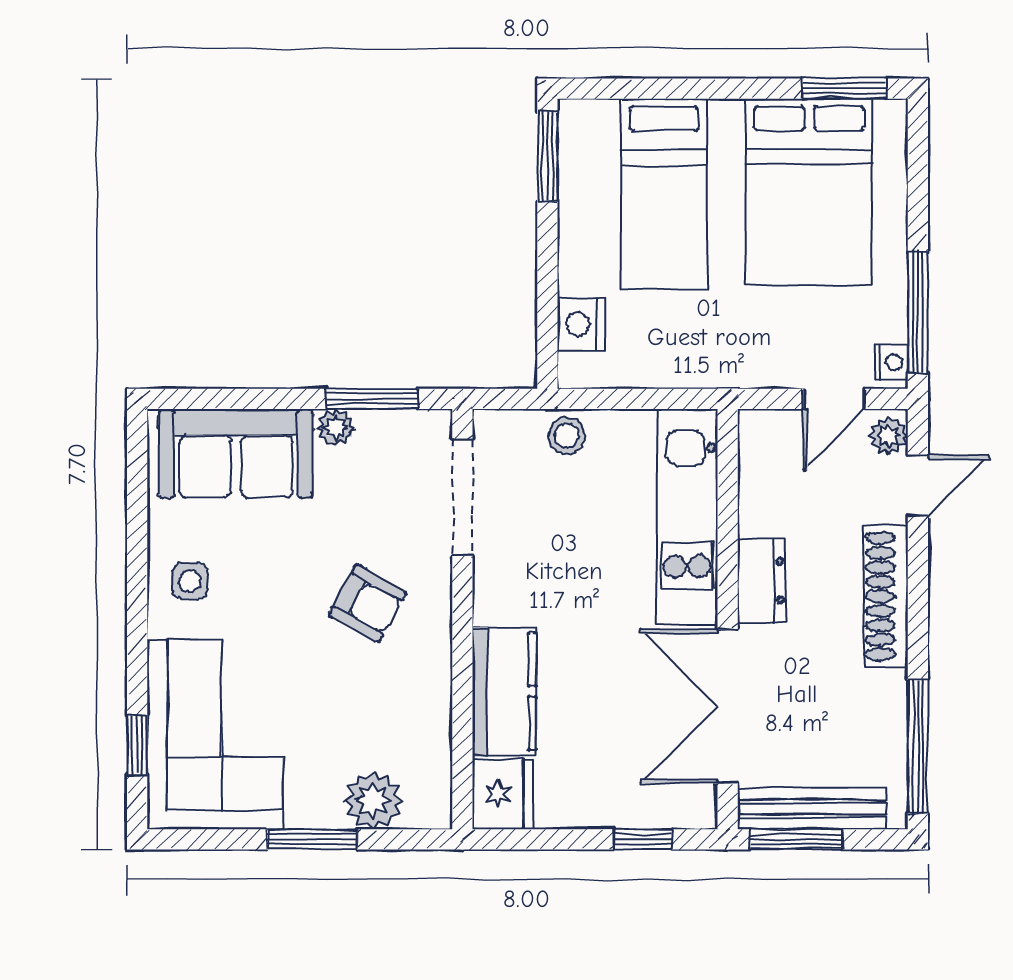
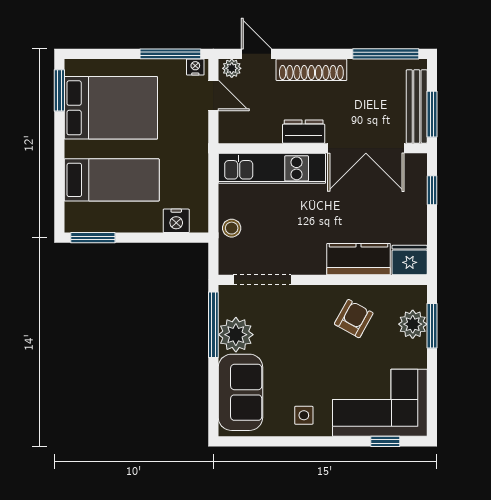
window: (372, 399) -> (213, 325), width x1.44
plant: (336, 428) -> (236, 335), width x1.87, depth x1.87
armchair: (367, 603) -> (354, 319), moved
window: (312, 839) -> (432, 326), moved

